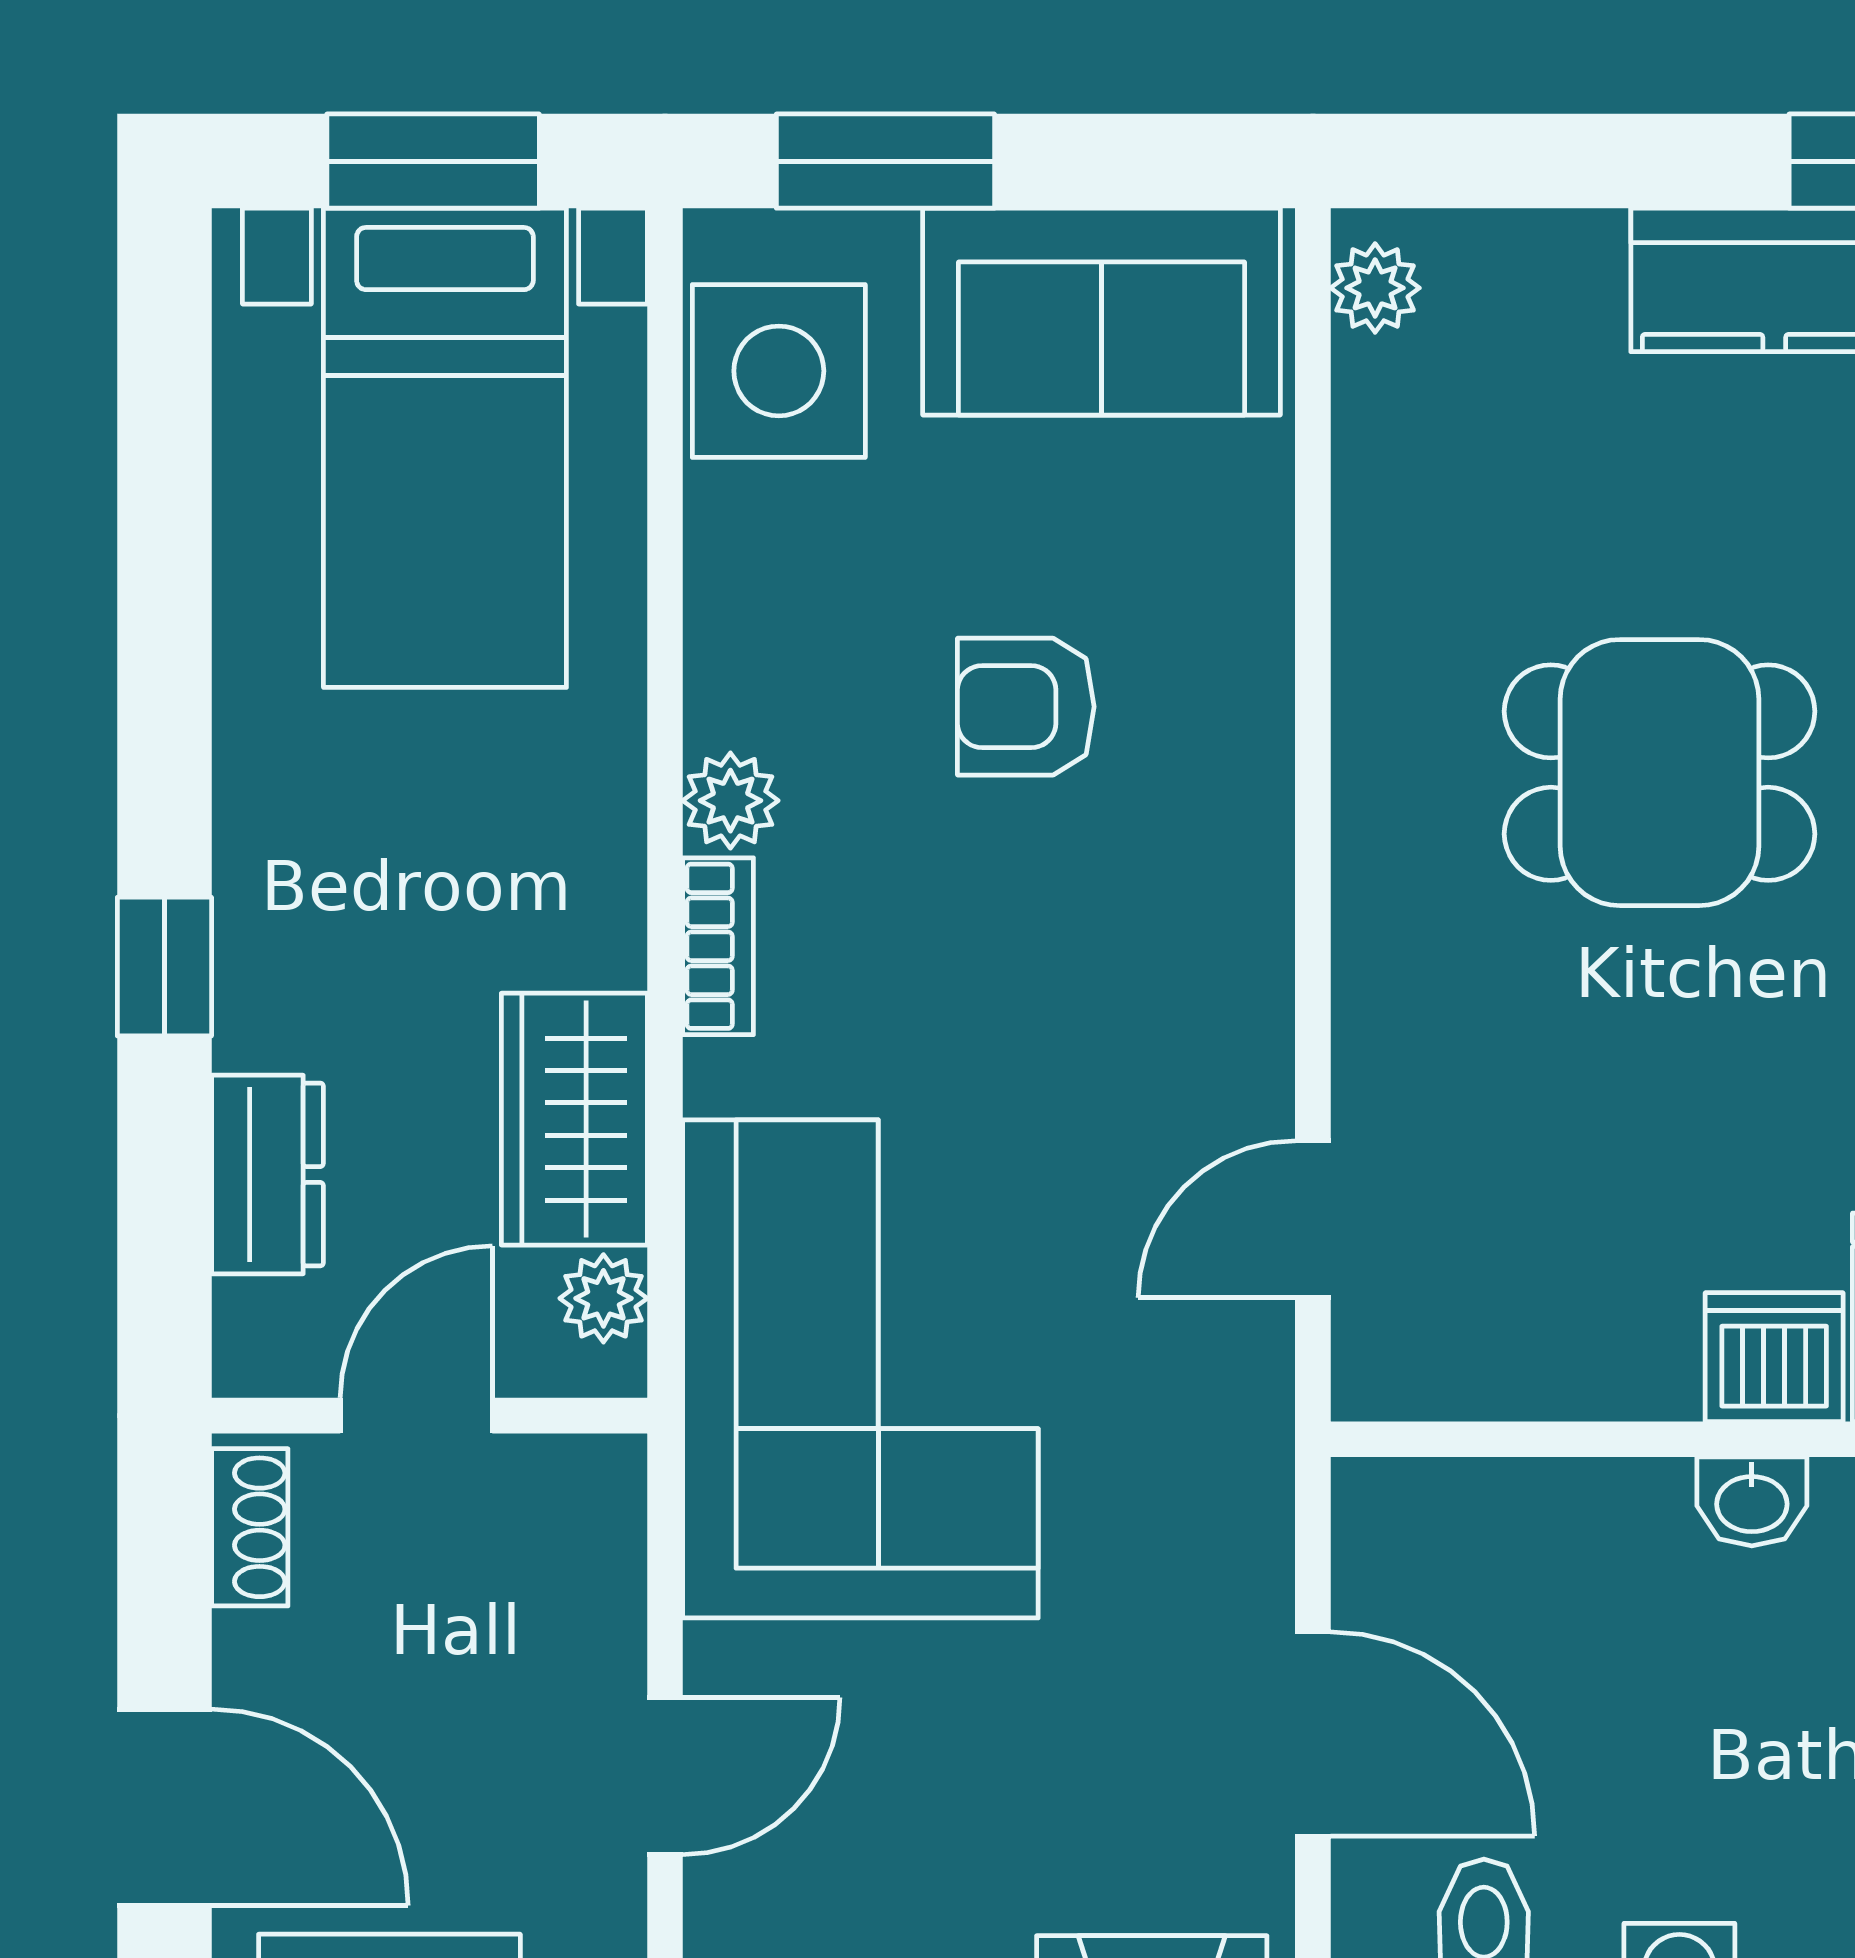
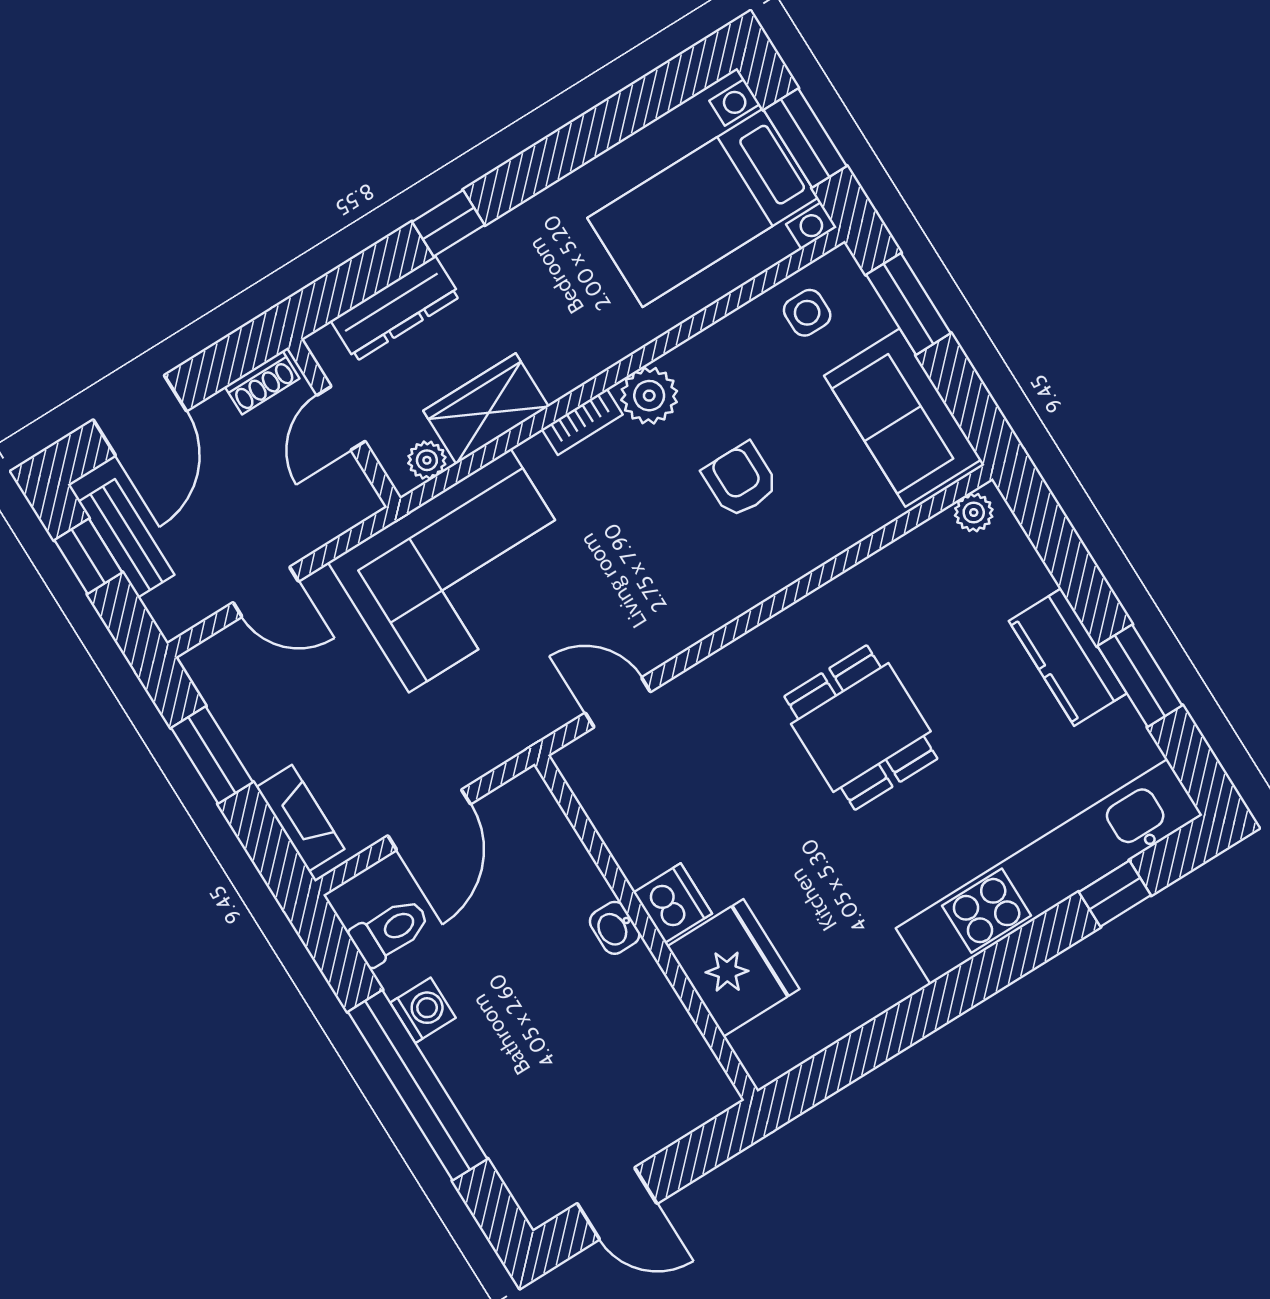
side table: (779, 371) -> (807, 313), width x0.54, depth x0.54
plant: (730, 801) -> (649, 396), width x1.38, depth x1.38
dresser: (267, 1174) -> (396, 309), width x1.44
door: (416, 1416) -> (341, 418), swing flipped

